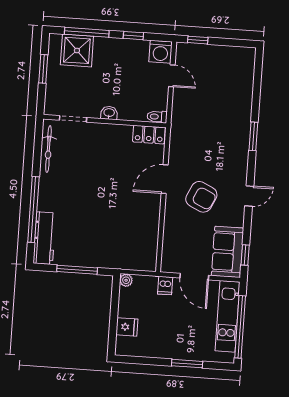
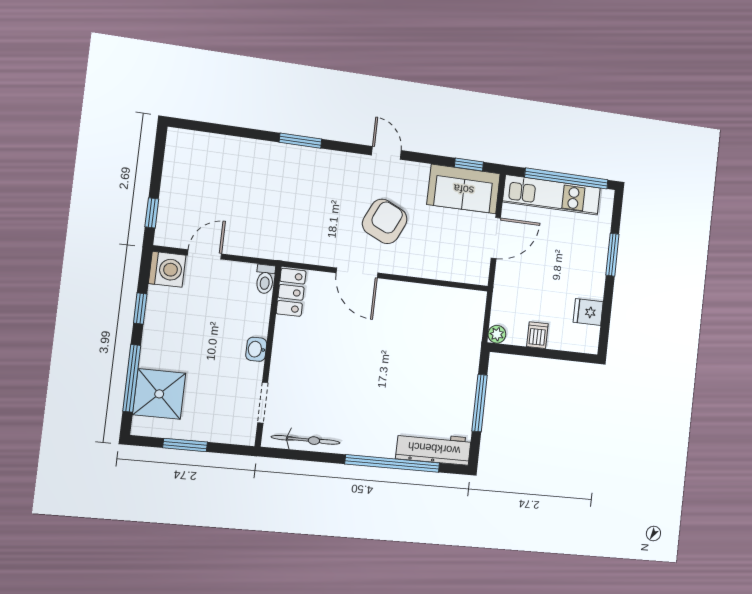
dishwasher: (165, 286) -> (537, 335), moved, turned -90
fridge: (127, 327) -> (588, 312), moved, turned -90

